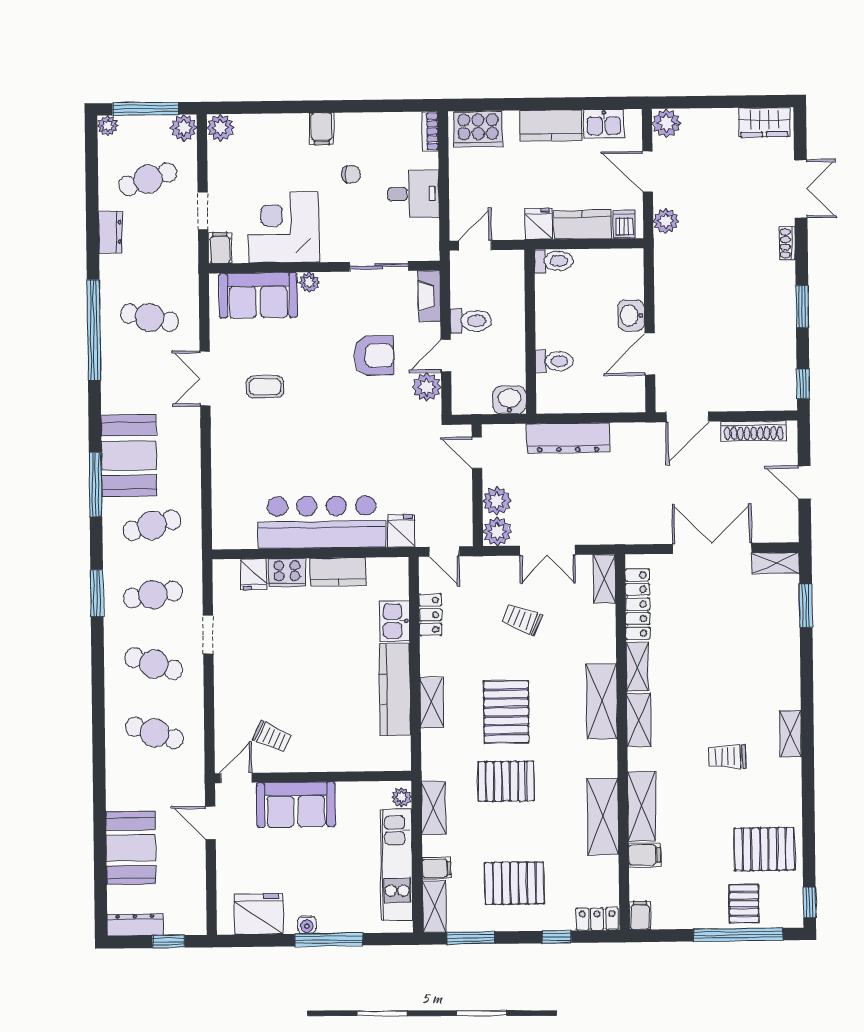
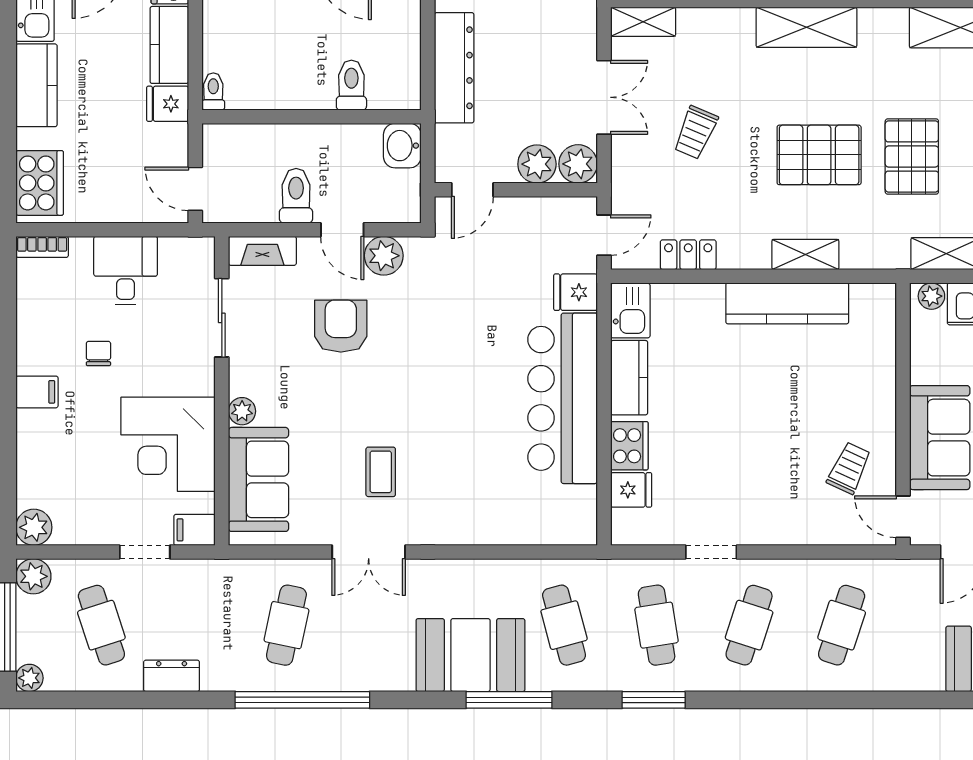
toilet: (554, 261) -> (213, 91), width x0.73, depth x0.72
kitchen sink: (395, 621) -> (630, 311), moved, turned -90

